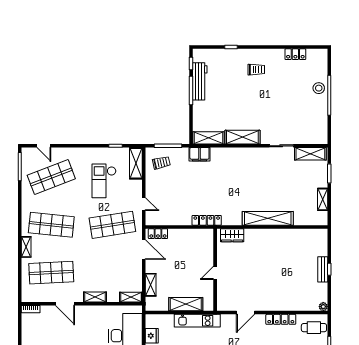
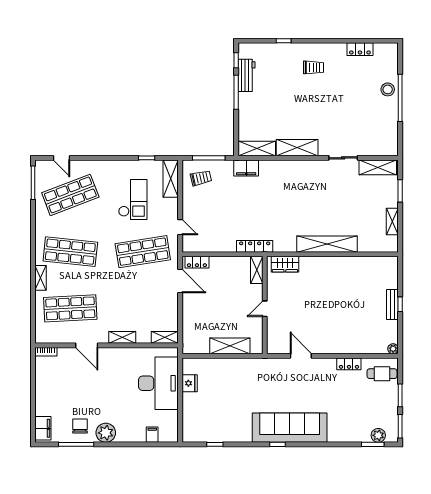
workbench: (200, 81) -> (246, 75), width x0.73
checkout: (104, 181) -> (133, 200), turned 180
shelving: (151, 285) -> (257, 270), moved
door: (246, 313) -> (301, 356), swing flipped
locker: (281, 319) -> (349, 364), width x0.66
kitchen unit: (197, 321) -> (243, 365), removed

